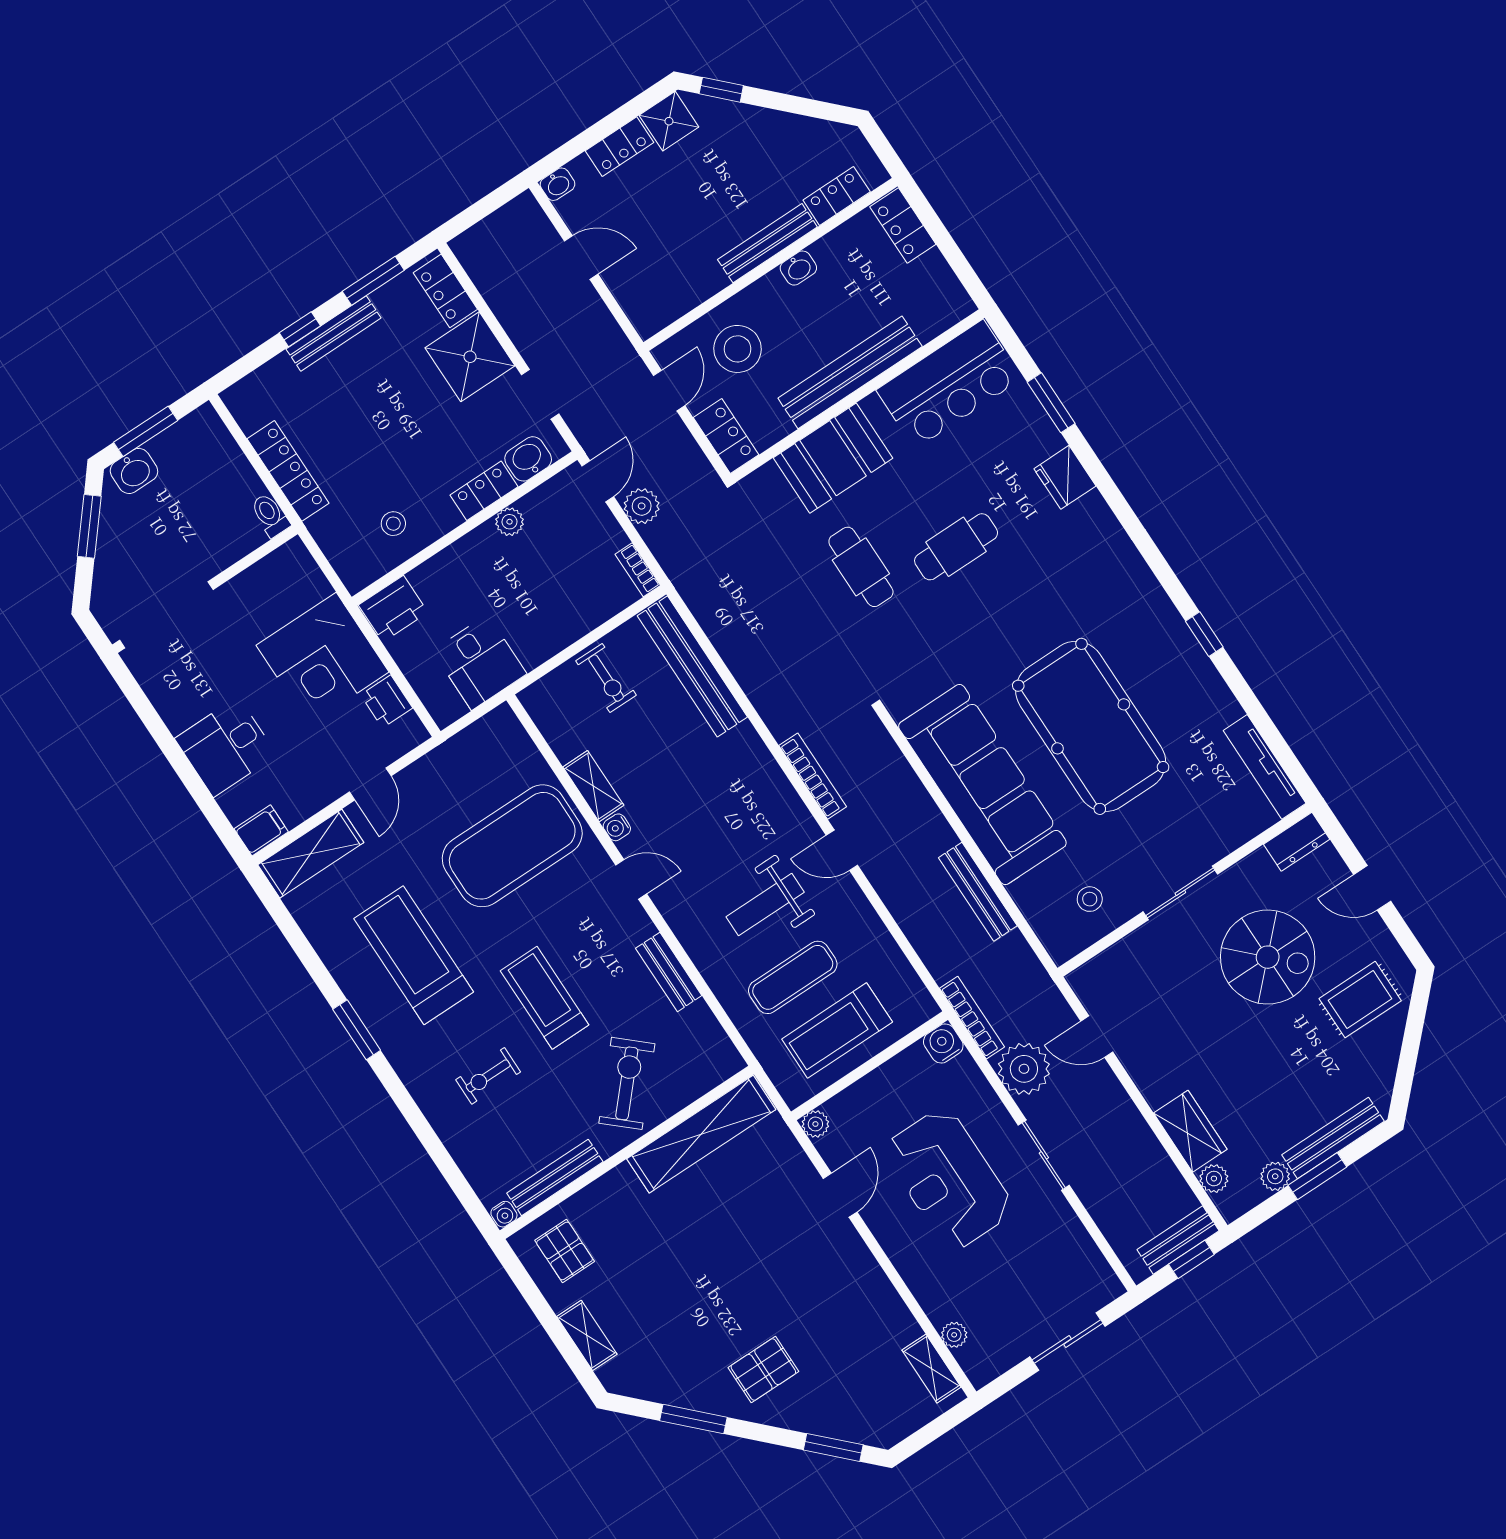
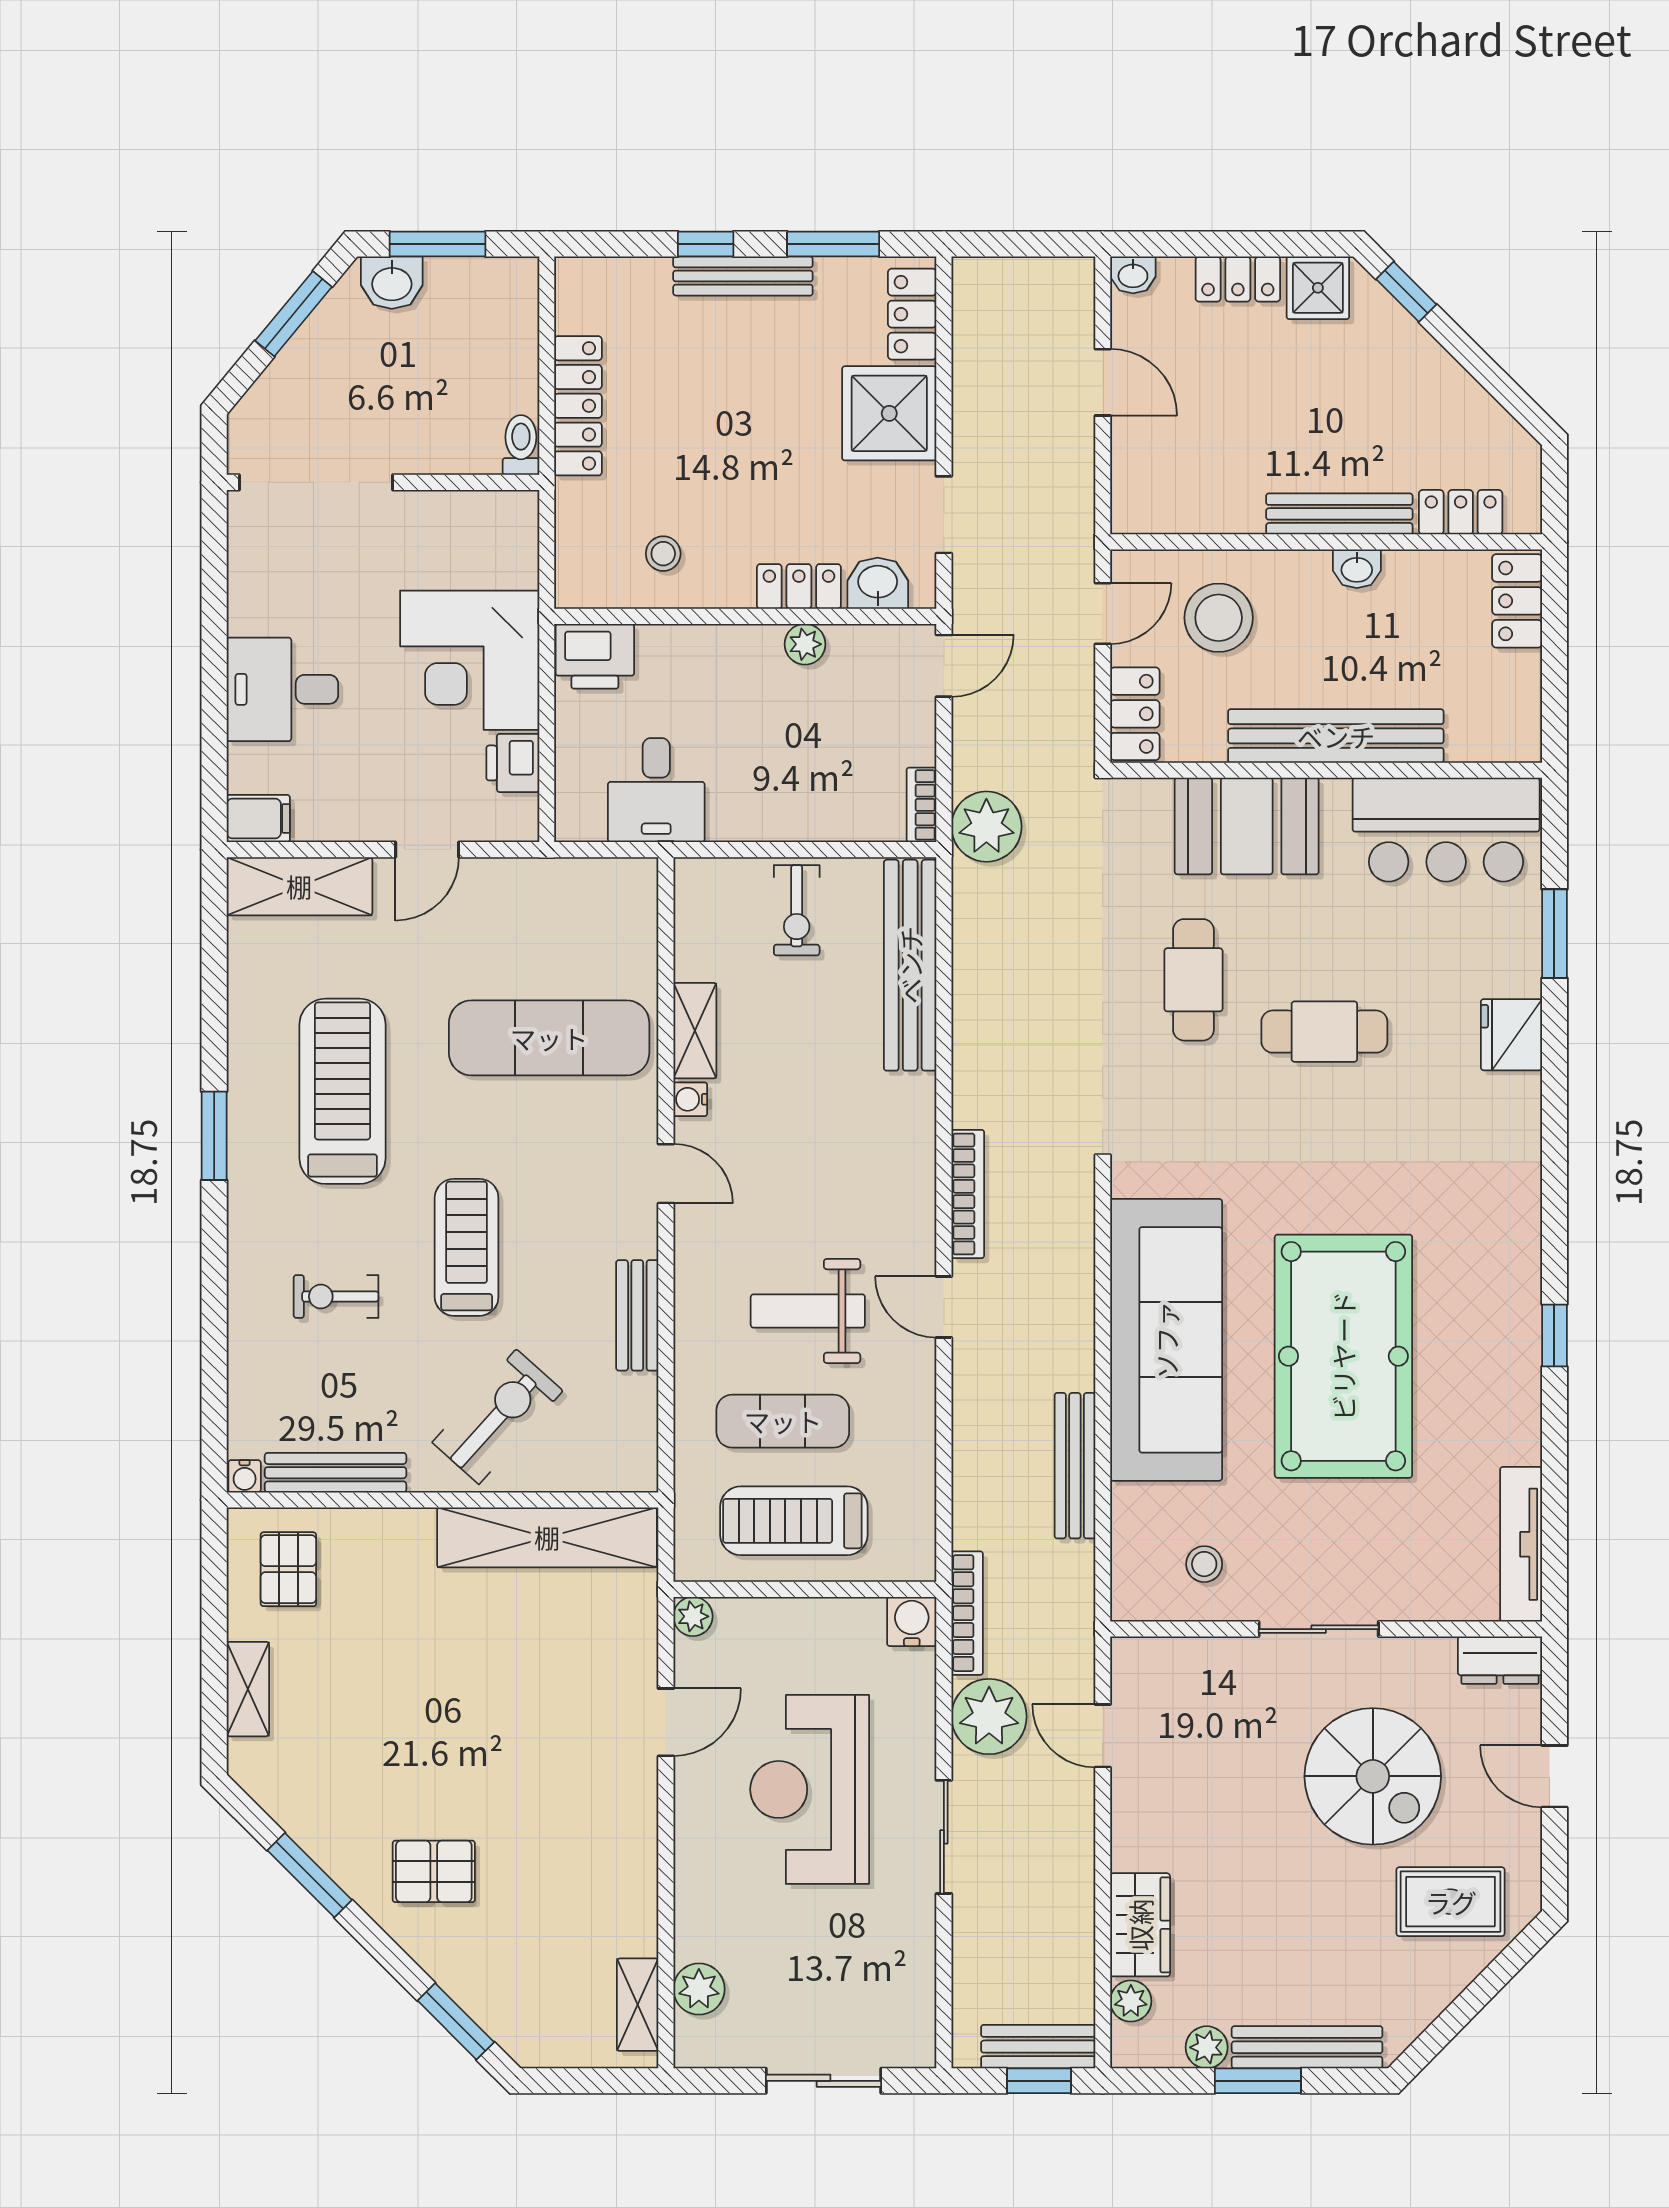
plant: (642, 506) -> (986, 827), moved, width x1.36, depth x1.36
exercise mat: (512, 846) -> (549, 1038), width x0.68
plant: (954, 1335) -> (699, 1989), width x1.38, depth x1.38

